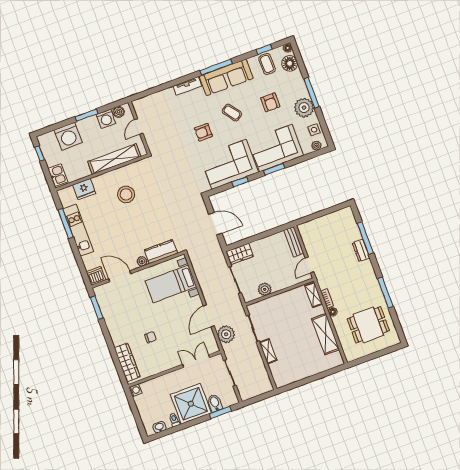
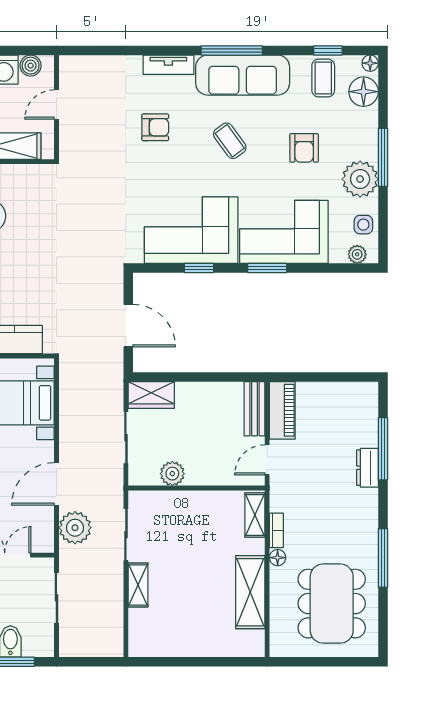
armchair: (203, 132) -> (155, 127), moved, turned 180
piano: (308, 237) -> (282, 410), added
dining table: (368, 325) -> (332, 604), width x1.38

